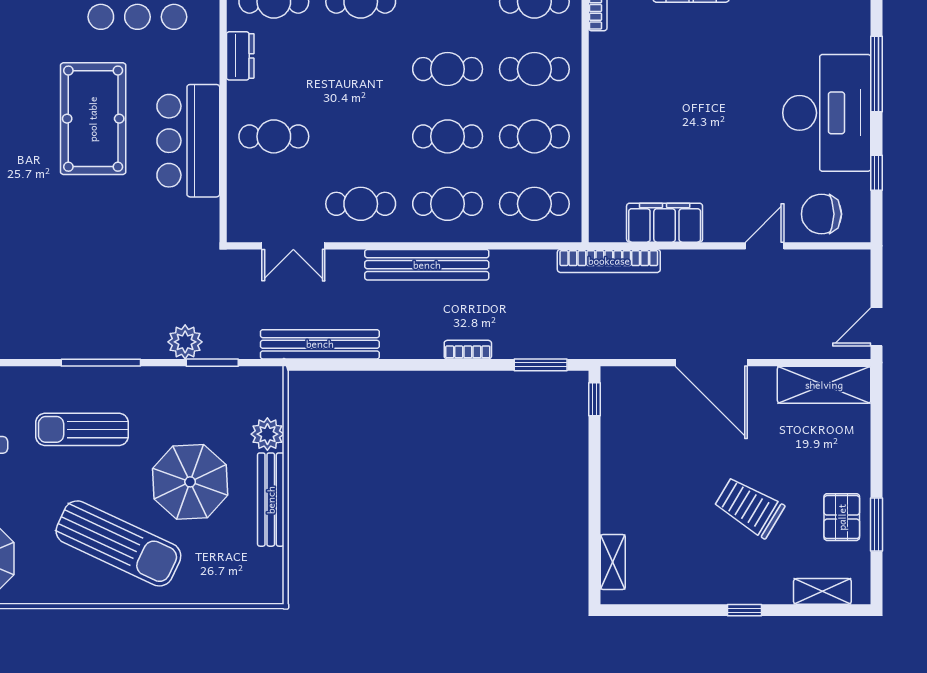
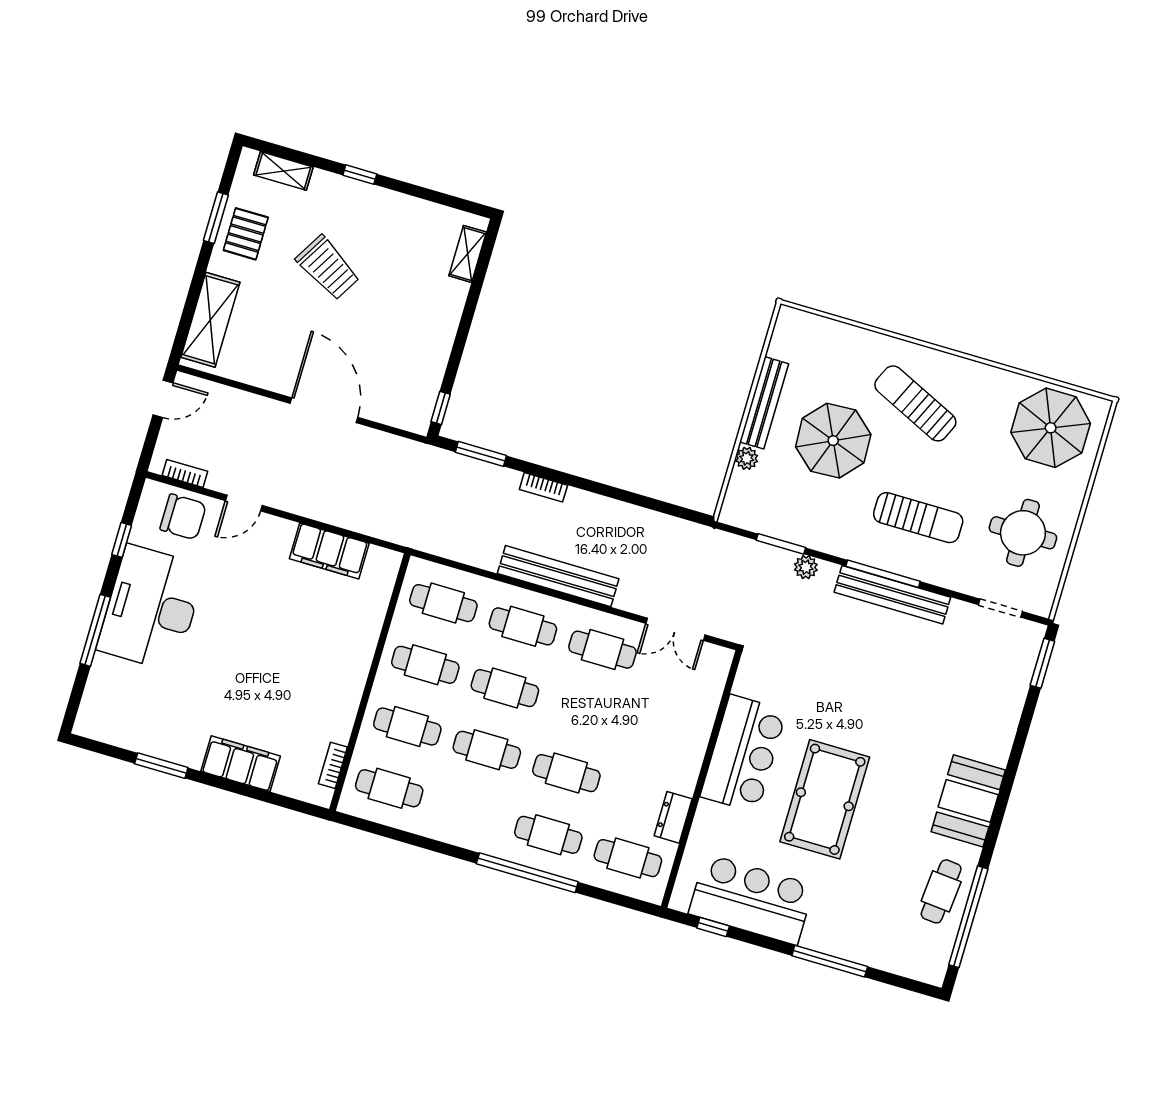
cafe table: (274, 136) -> (566, 773), moved
double door: (293, 246) -> (675, 629), swing flipped
bookcase: (609, 261) -> (185, 473), moved, width x0.43, depth x0.76
plant: (185, 342) -> (806, 567), width x0.73, depth x0.73
bench: (320, 344) -> (892, 595), moved
shelving: (824, 385) -> (210, 320), moved, turned 90
plant: (267, 434) -> (747, 458), width x0.73, depth x0.73
sun lounger: (118, 543) -> (915, 403), width x0.73, depth x0.75

